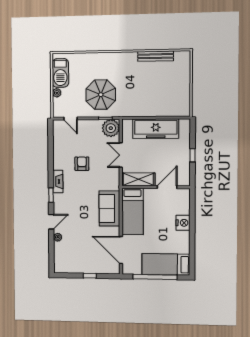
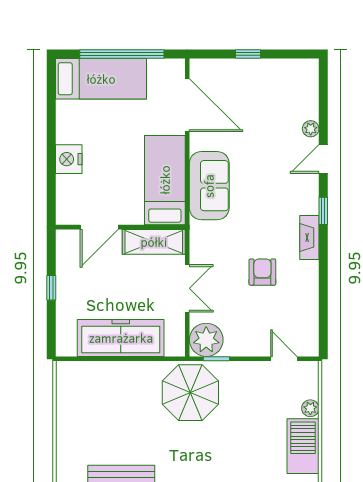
parasol: (101, 95) -> (190, 393), moved
armchair: (82, 164) -> (262, 272), turned 180

